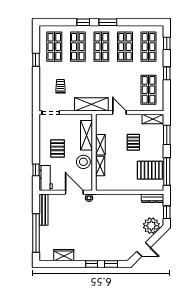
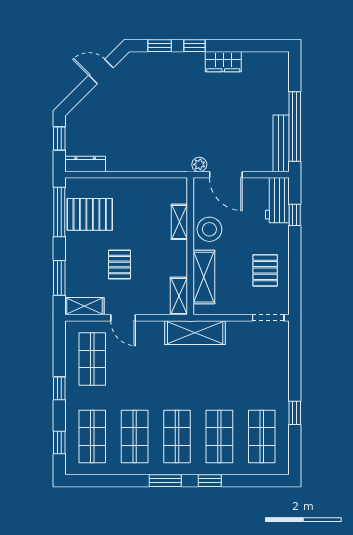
trolley: (60, 86) -> (251, 365), removed
door: (119, 113) -> (123, 318), moved
shelving: (100, 145) -> (179, 296), moved
pallet: (58, 148) -> (265, 270), moved
plant: (151, 226) -> (87, 114), removed
window: (36, 233) -> (295, 127), moved
wardrobe: (64, 255) -> (223, 62), moved

